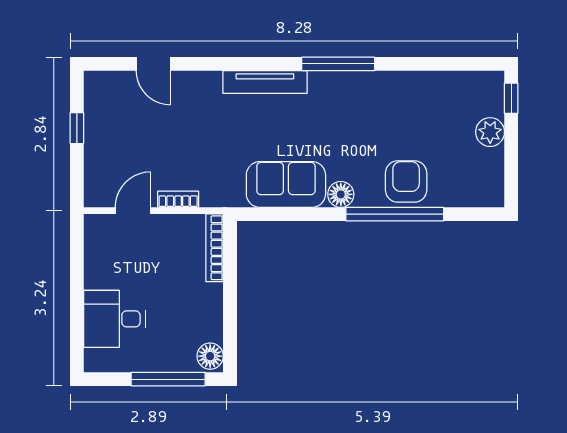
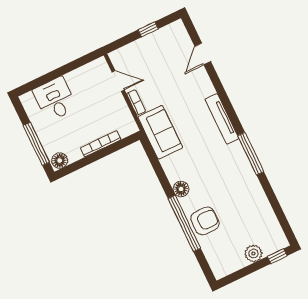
sofa: (286, 184) -> (160, 132), moved
bookcase: (215, 248) -> (101, 144), moved

